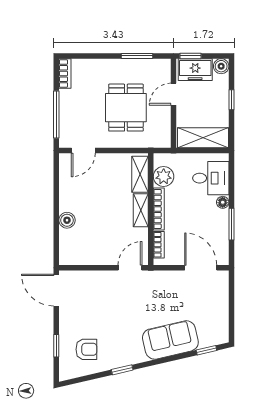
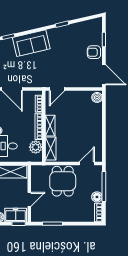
floor lamp: (67, 98) -> (97, 197), added
dining table: (126, 108) -> (63, 181), moved
boiler: (67, 220) -> (97, 97), moved
armchair: (86, 349) -> (94, 52), moved

